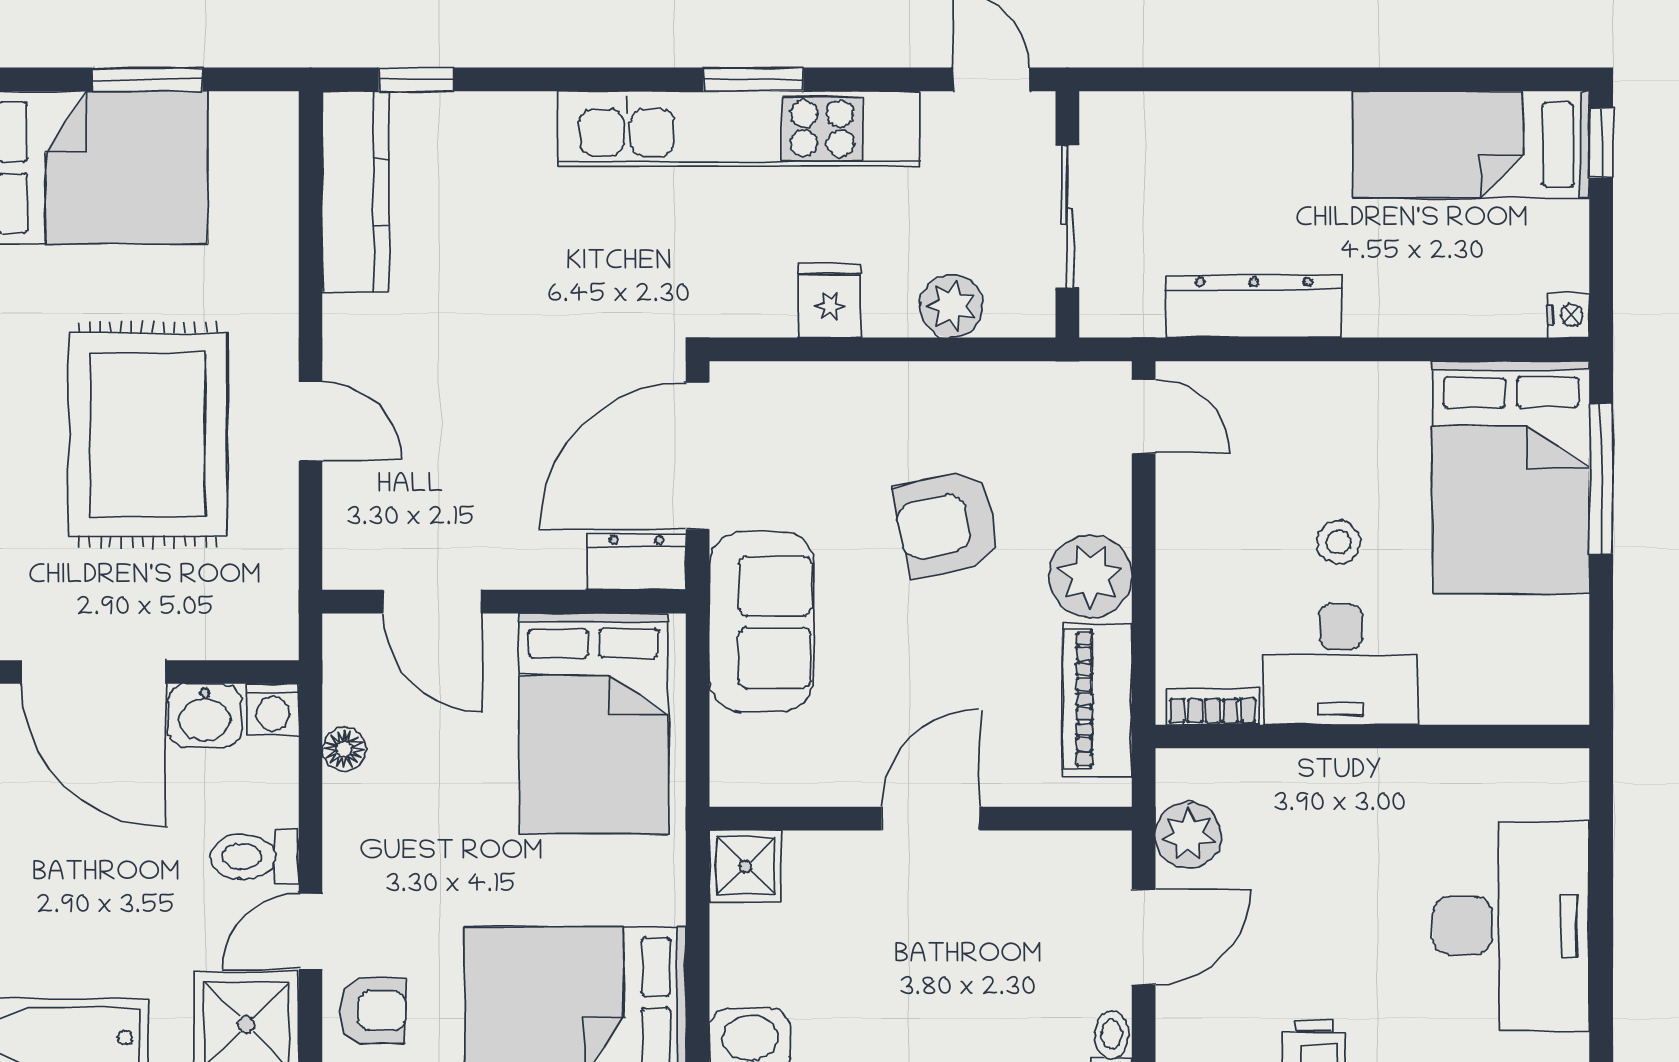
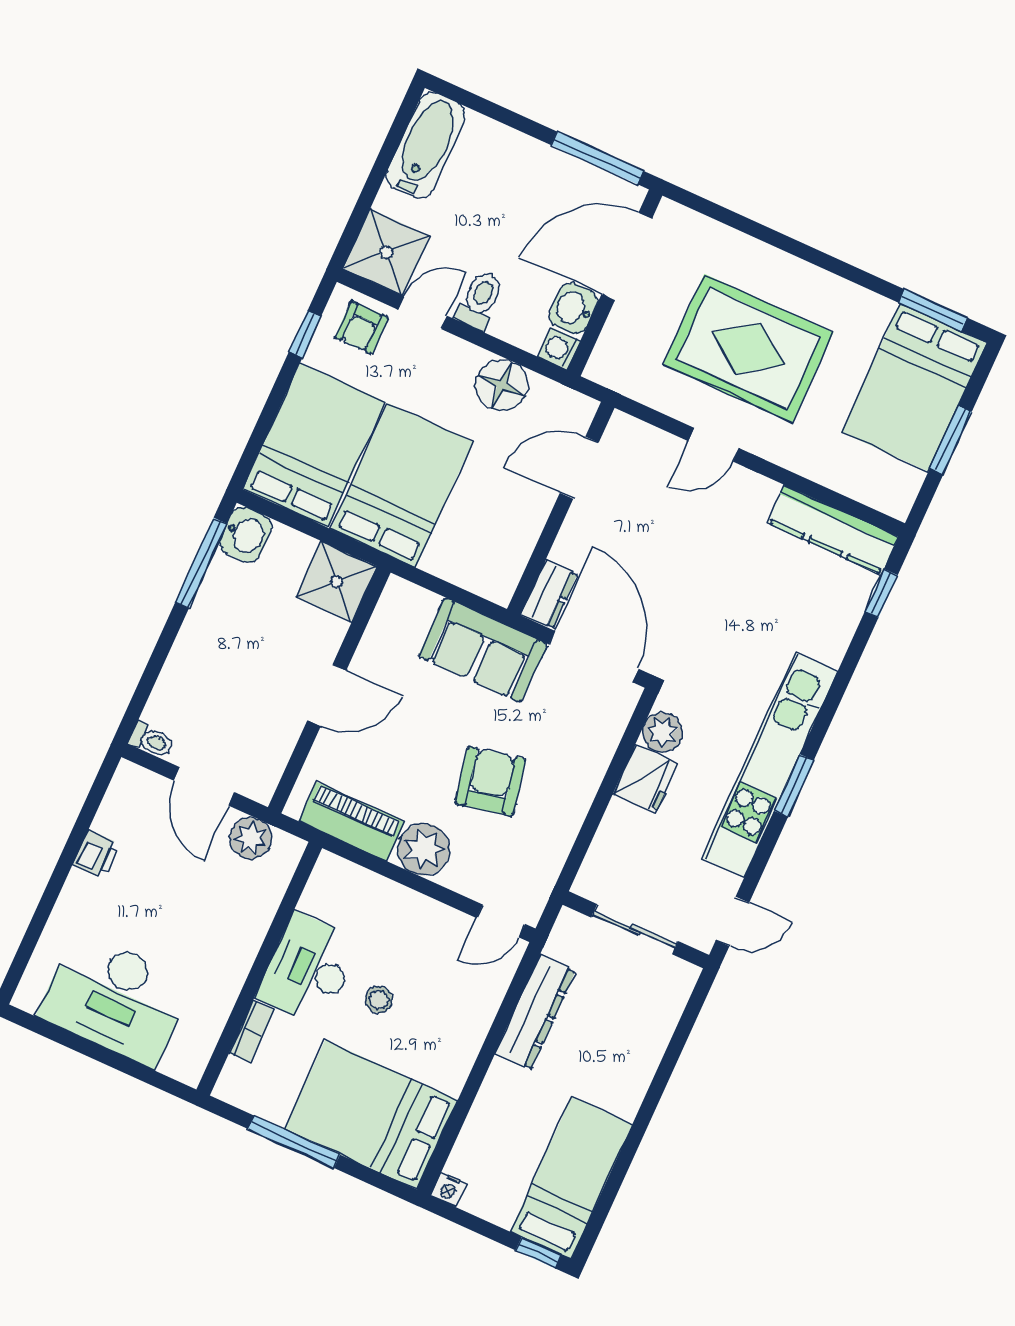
fridge: (830, 300) -> (645, 779), width x1.38
plant: (951, 306) -> (663, 732), moved
window: (1601, 478) -> (294, 1142), moved
bookcase: (1213, 706) -> (252, 1031), moved
bed: (594, 724) -> (402, 485), moved, turned 90
floor lamp: (344, 749) -> (502, 385), width x1.89, depth x1.89
door: (930, 819) -> (327, 695), hinge flipped
shower: (745, 866) -> (336, 582), width x1.36, depth x1.36
door: (310, 932) -> (423, 313), hinge flipped

